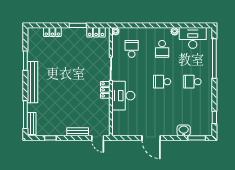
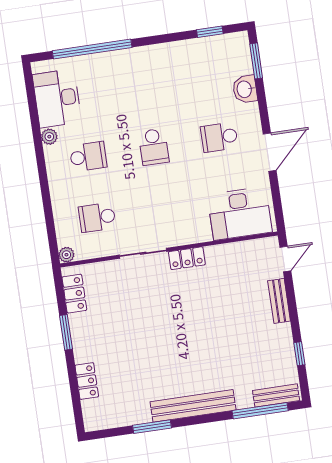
school desk: (192, 82) -> (219, 137), moved, turned 90
desk: (123, 96) -> (240, 213), moved

